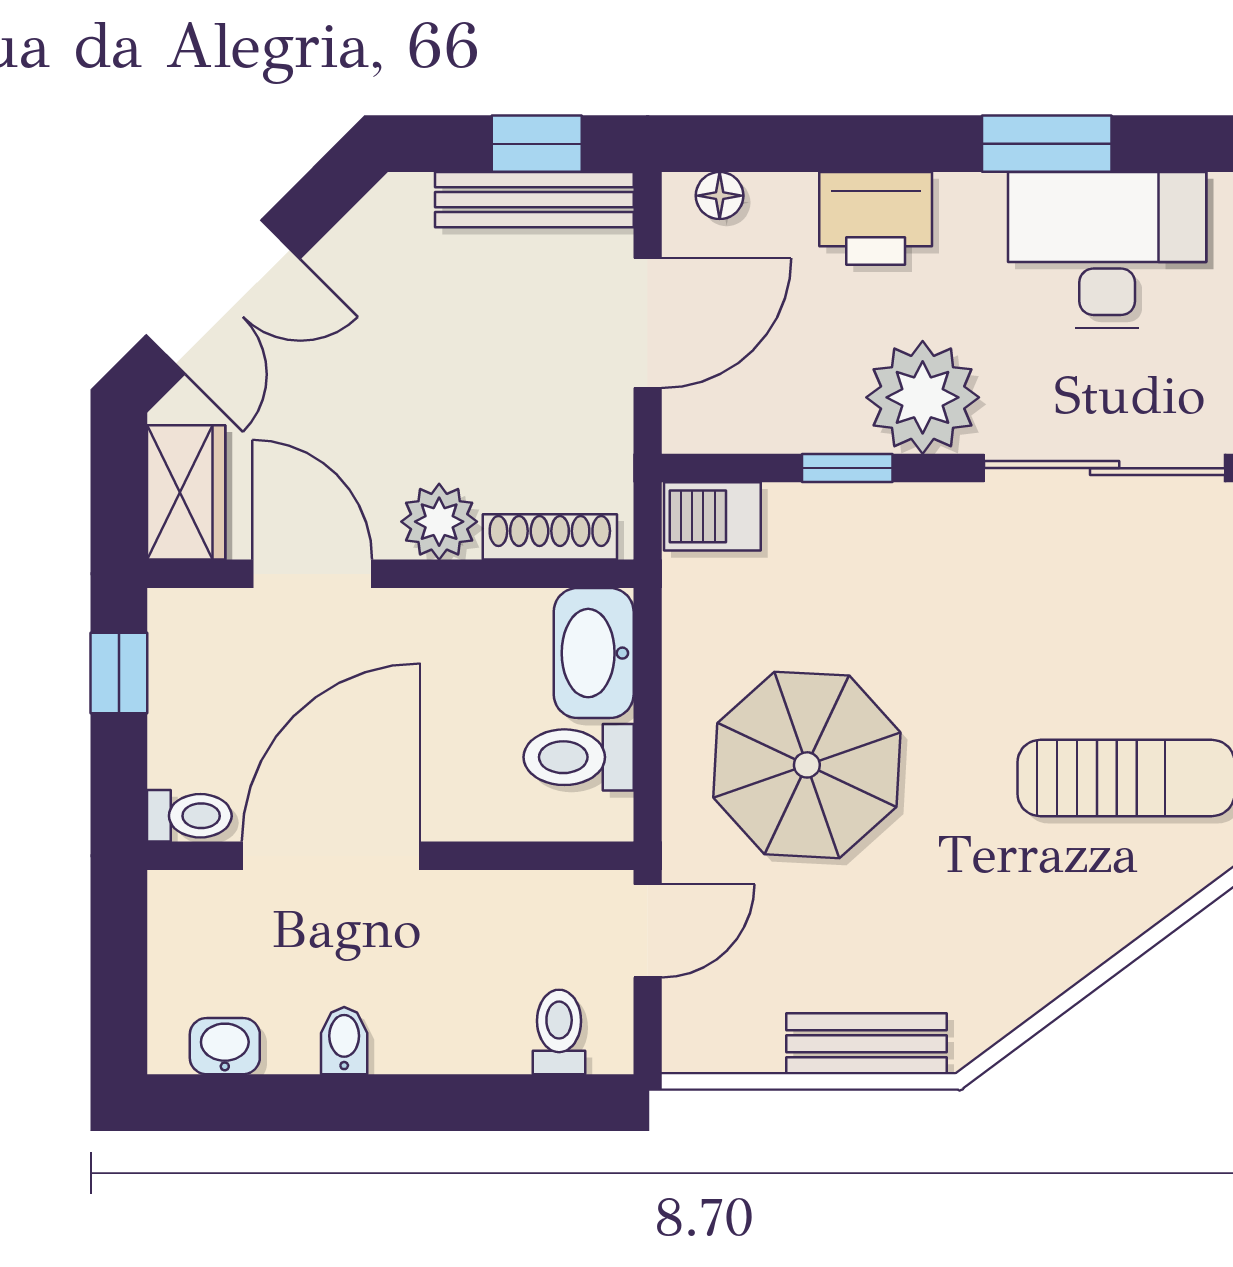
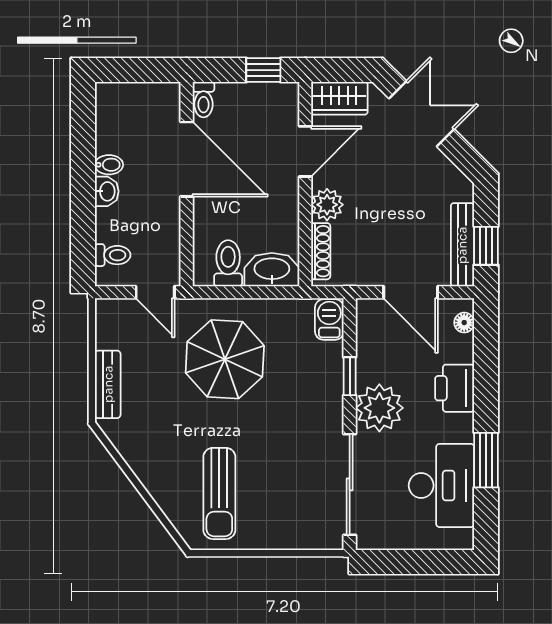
double door: (223, 297) -> (422, 114), swing flipped
washbasin: (225, 1046) -> (107, 191), moved

